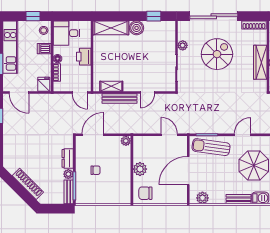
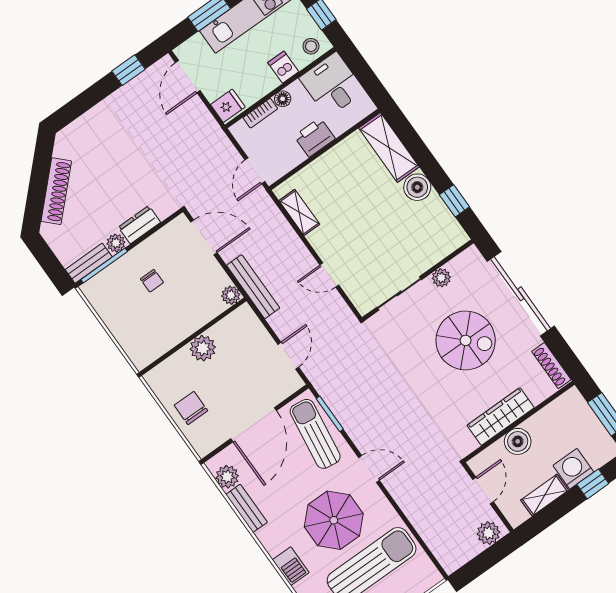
bench: (120, 98) -> (253, 287), moved
door: (188, 171) -> (254, 425), swing flipped
chair: (145, 193) -> (191, 408), moved
bench: (238, 199) -> (247, 508), moved

